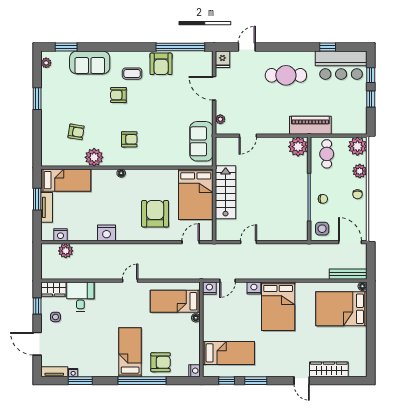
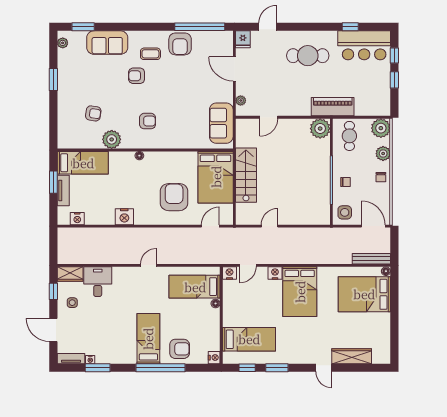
plant: (66, 251) -> (83, 235), removed

